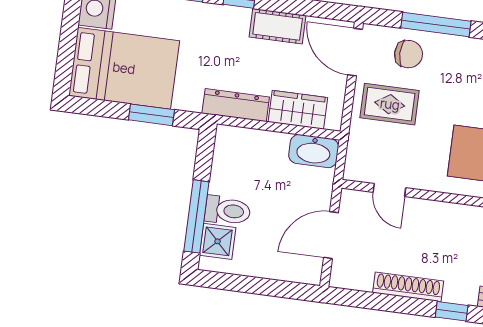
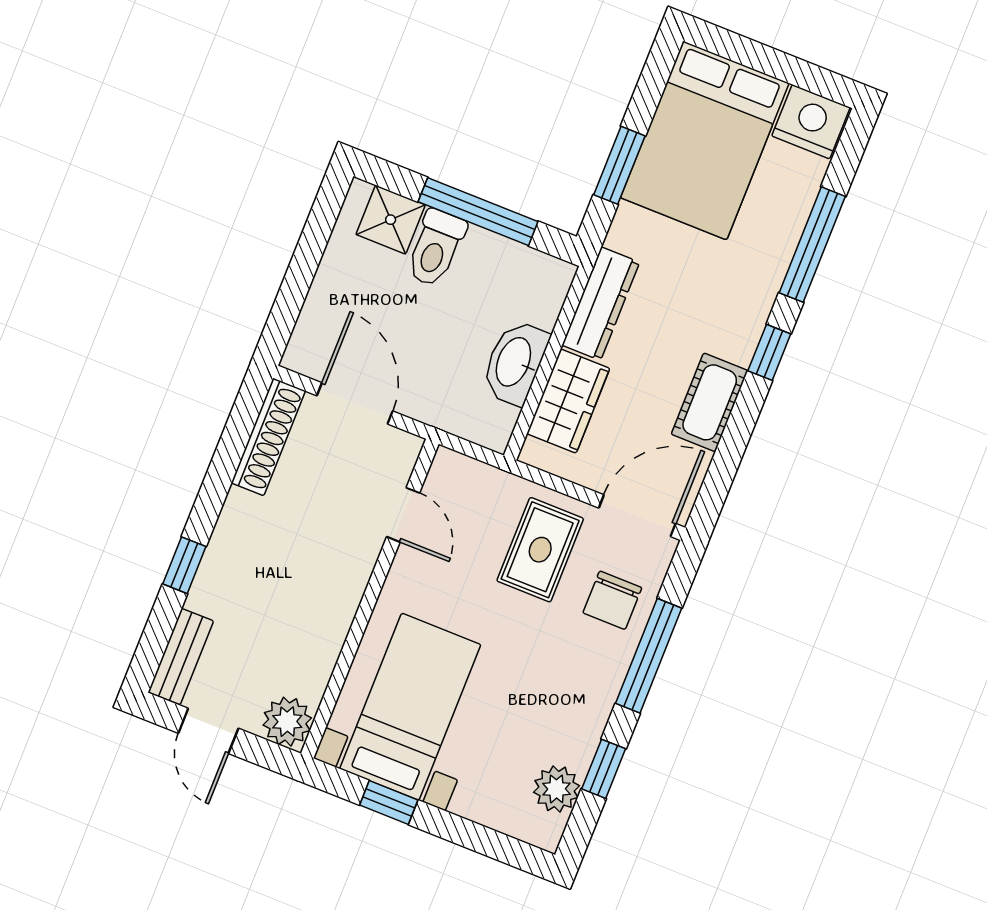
washbasin: (314, 151) -> (515, 362), moved
door: (389, 190) -> (403, 515), swing flipped
window: (196, 216) -> (478, 212), moved
shoe rack: (408, 287) -> (268, 437), moved

